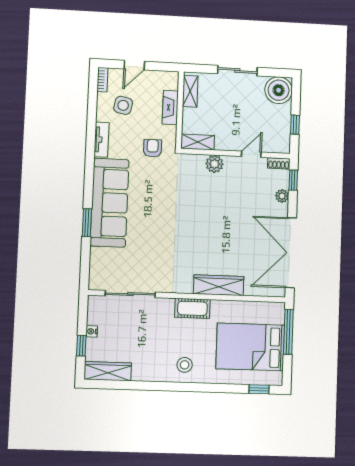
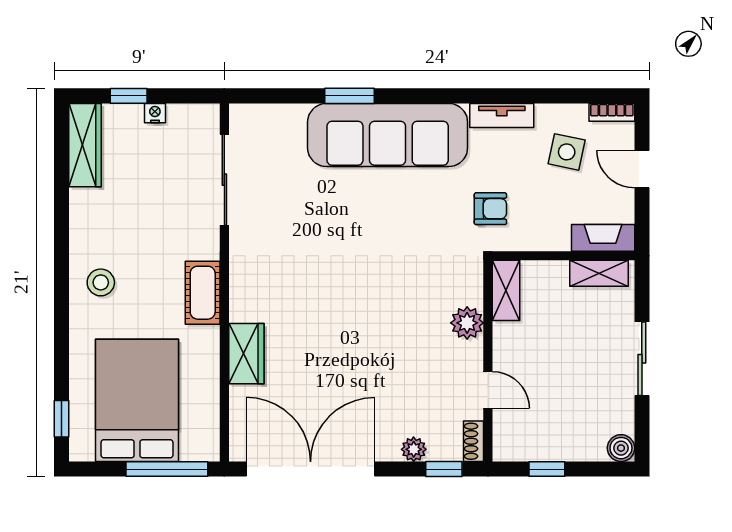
boiler: (279, 90) -> (621, 448), width x0.54, depth x0.54
fireplace: (170, 107) -> (603, 238), moved
wardrobe: (219, 285) -> (246, 354), width x0.67

